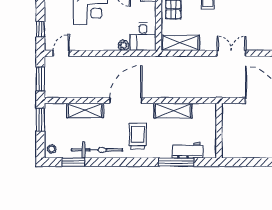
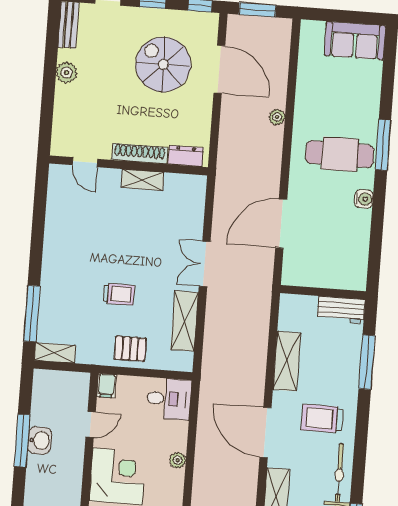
shelving: (180, 43) -> (184, 321), moved
plant: (124, 45) -> (178, 460), moved
workbench: (188, 150) -> (341, 310), moved, turned -90

